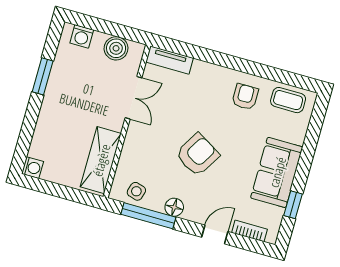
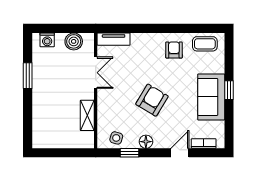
shelving: (101, 160) -> (87, 115), width x0.67, depth x0.75
washing machine: (33, 168) -> (39, 142), removed
window: (293, 205) -> (229, 90), moved
window: (148, 216) -> (129, 153), width x0.46

